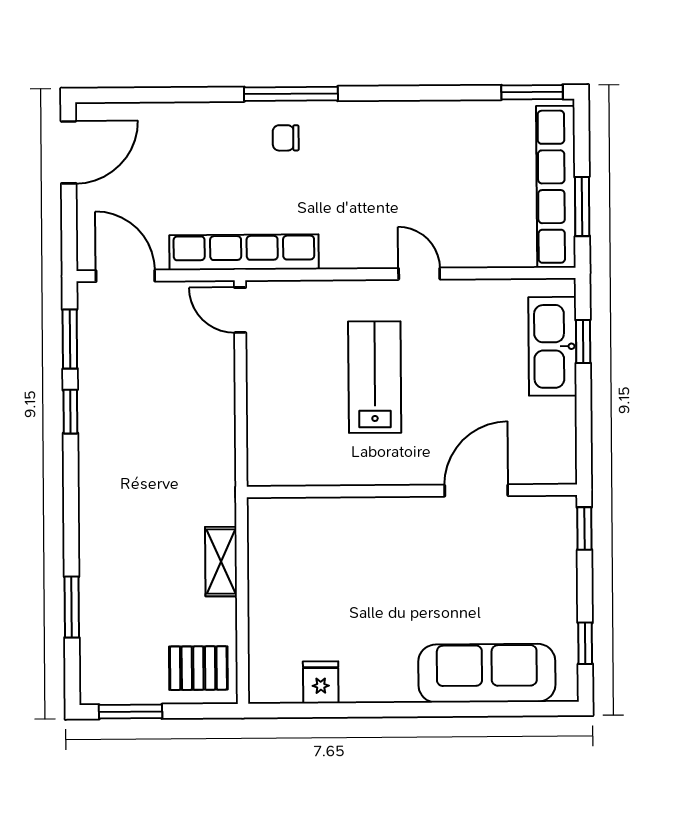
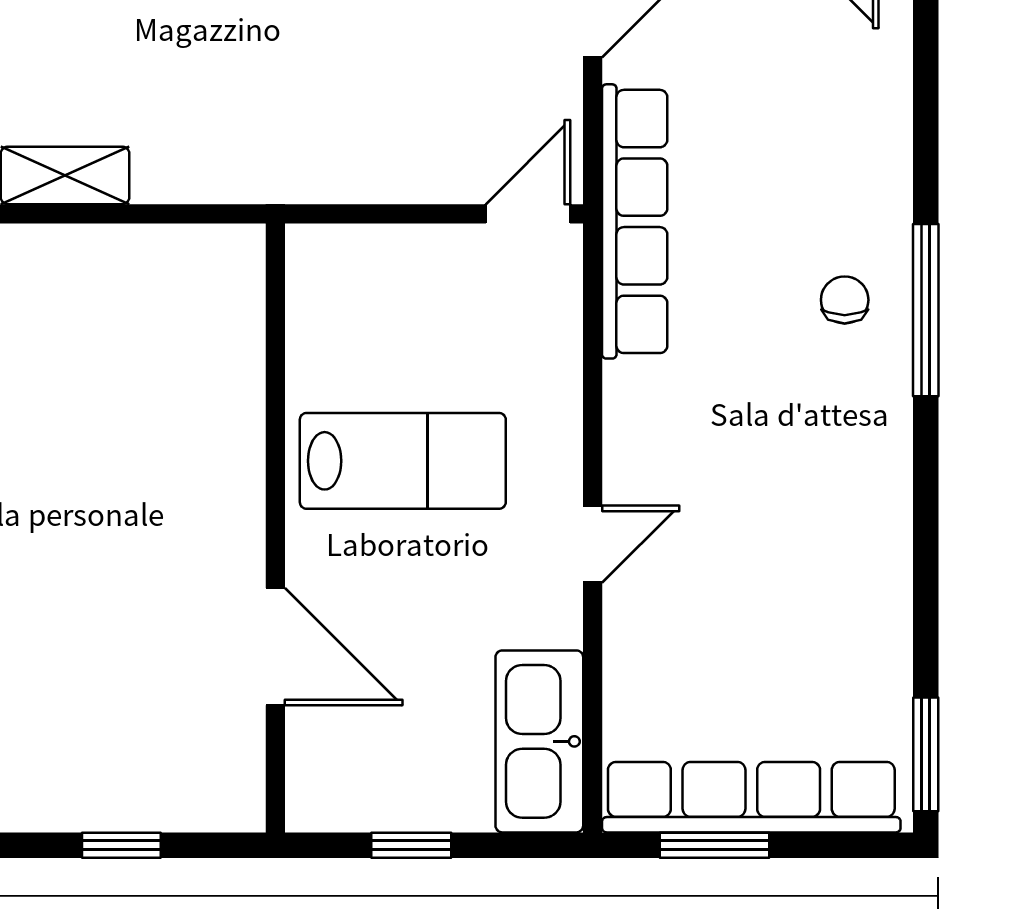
window: (583, 342) -> (411, 845), moved
kitchen sink: (552, 346) -> (539, 741), moved, turned -90
door: (476, 490) -> (275, 647), moved
wall: (412, 491) -> (275, 528), moved

